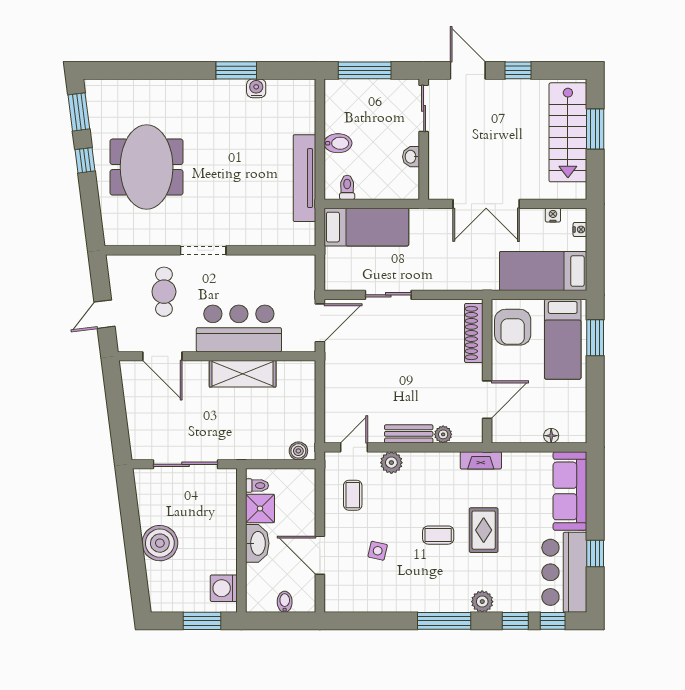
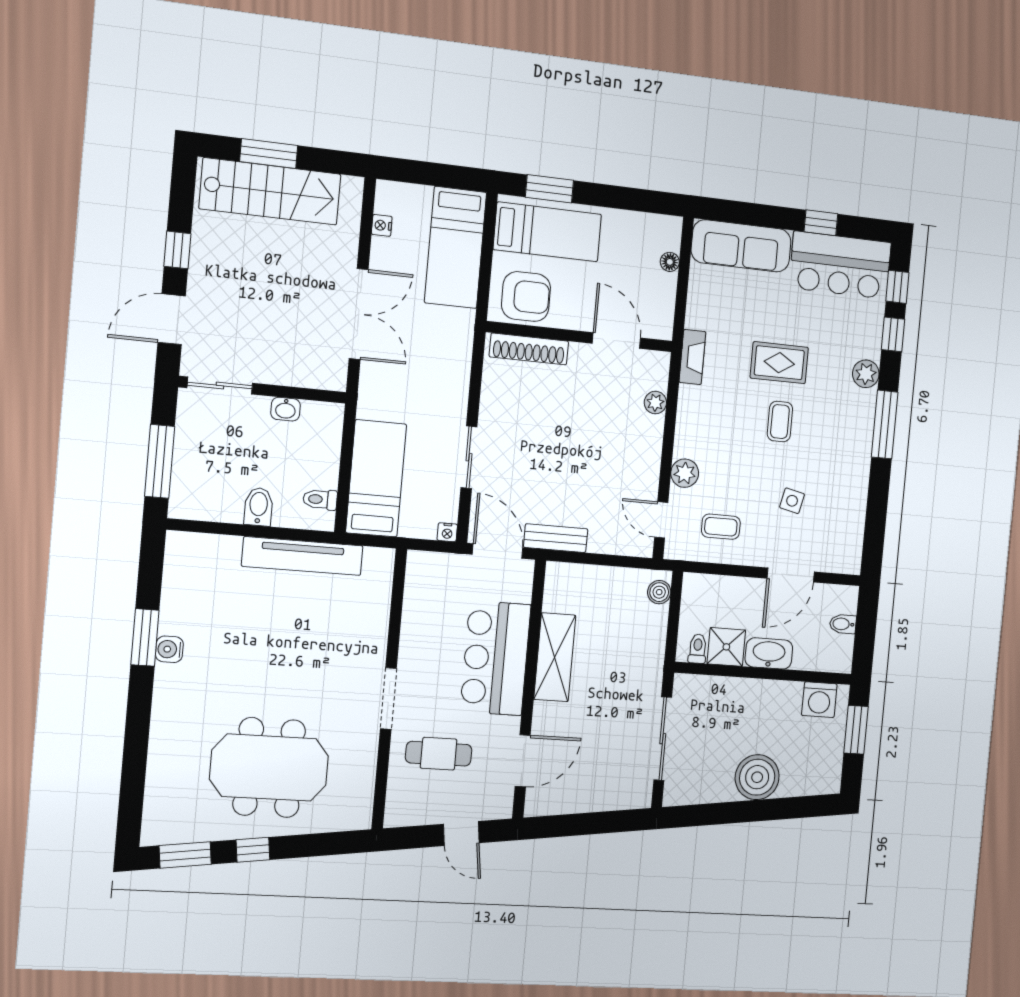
water cooler: (256, 88) -> (169, 649), moved
nightstand: (580, 229) -> (447, 532), moved, turned 180
bench: (409, 434) -> (556, 538), moved, turned 90

